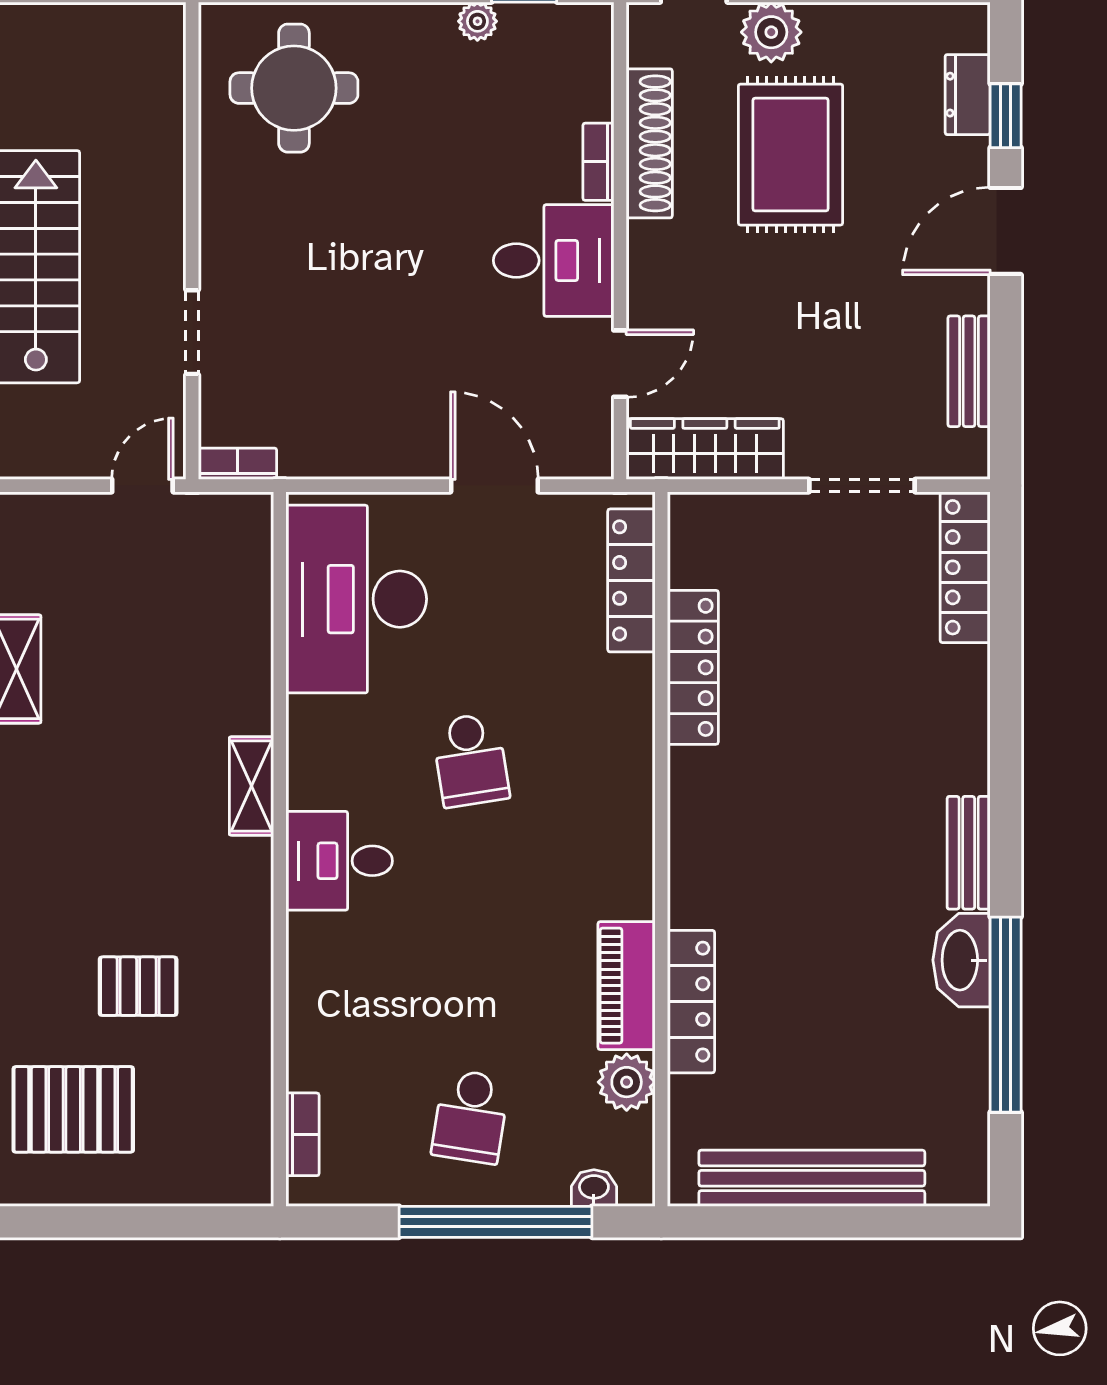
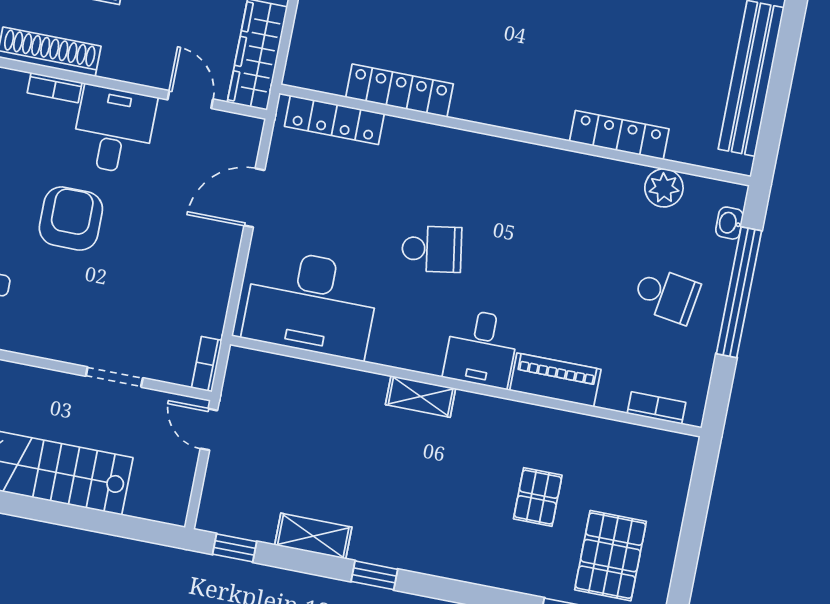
armchair: (411, 223) -> (71, 219), added
piano: (626, 986) -> (555, 380), moved, turned 180

